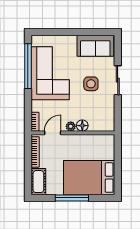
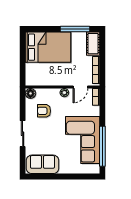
side table: (91, 84) -> (46, 131), removed
armchair: (94, 106) -> (44, 111), added
floor lamp: (82, 126) -> (30, 93), moved
window: (72, 198) -> (75, 29), moved

